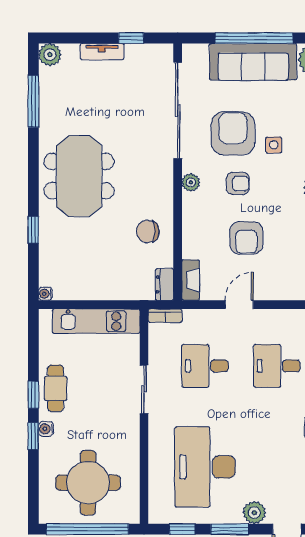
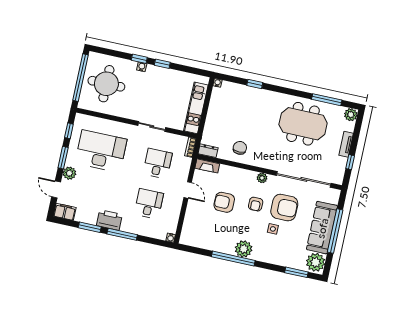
meeting table: (79, 176) -> (303, 124), moved
cafe table: (56, 388) -> (163, 77), removed

